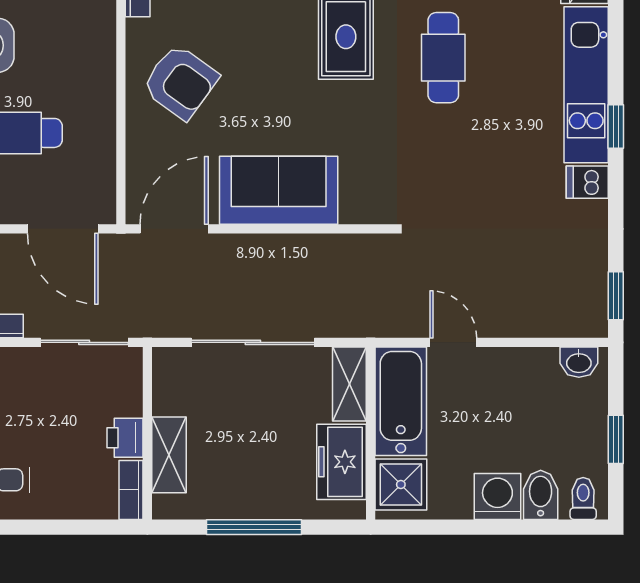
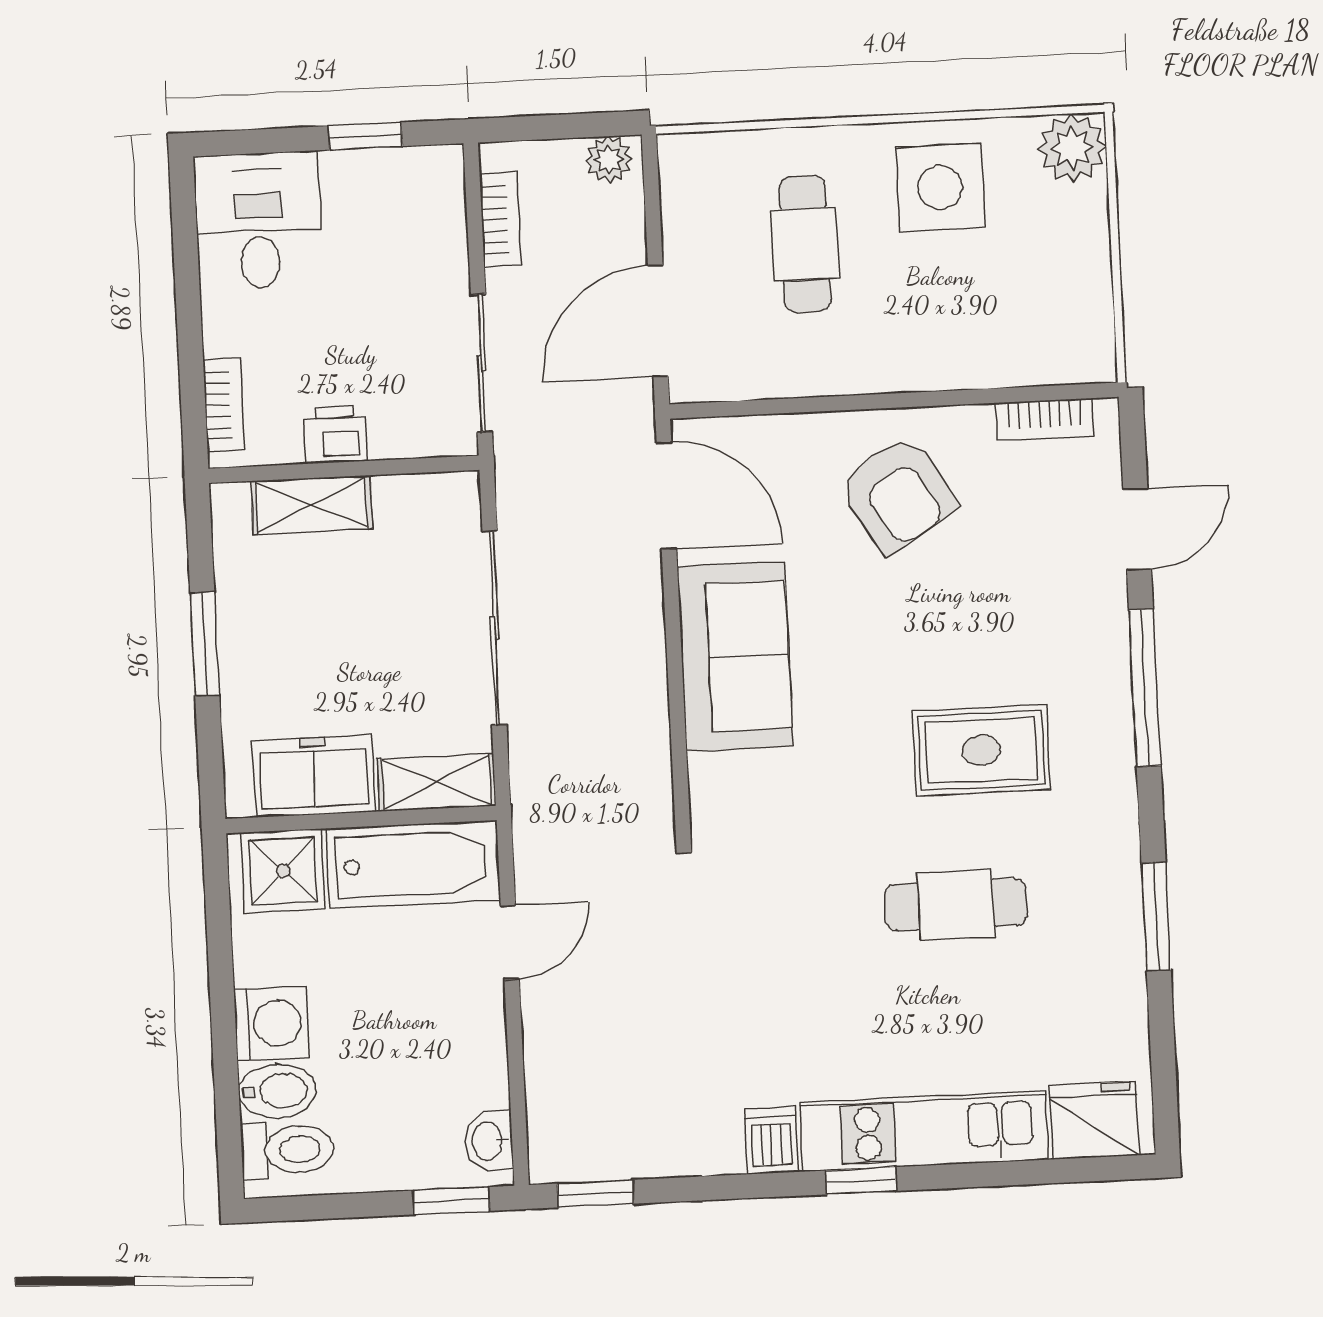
armchair: (180, 82) -> (897, 494), turned -68
window: (616, 439) -> (451, 1201), moved
bookcase: (131, 490) -> (224, 405), moved, turned 90
toilet: (583, 499) -> (287, 1150), width x1.37, depth x1.39
window: (254, 527) -> (205, 644), width x0.69

